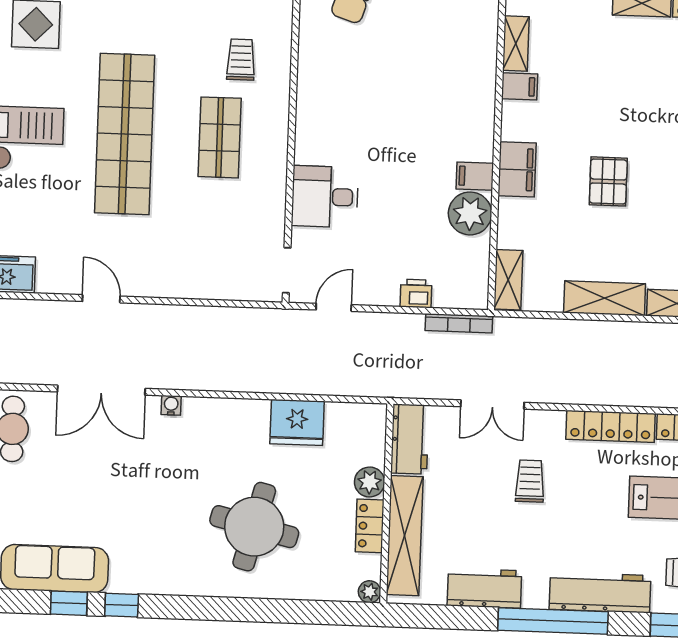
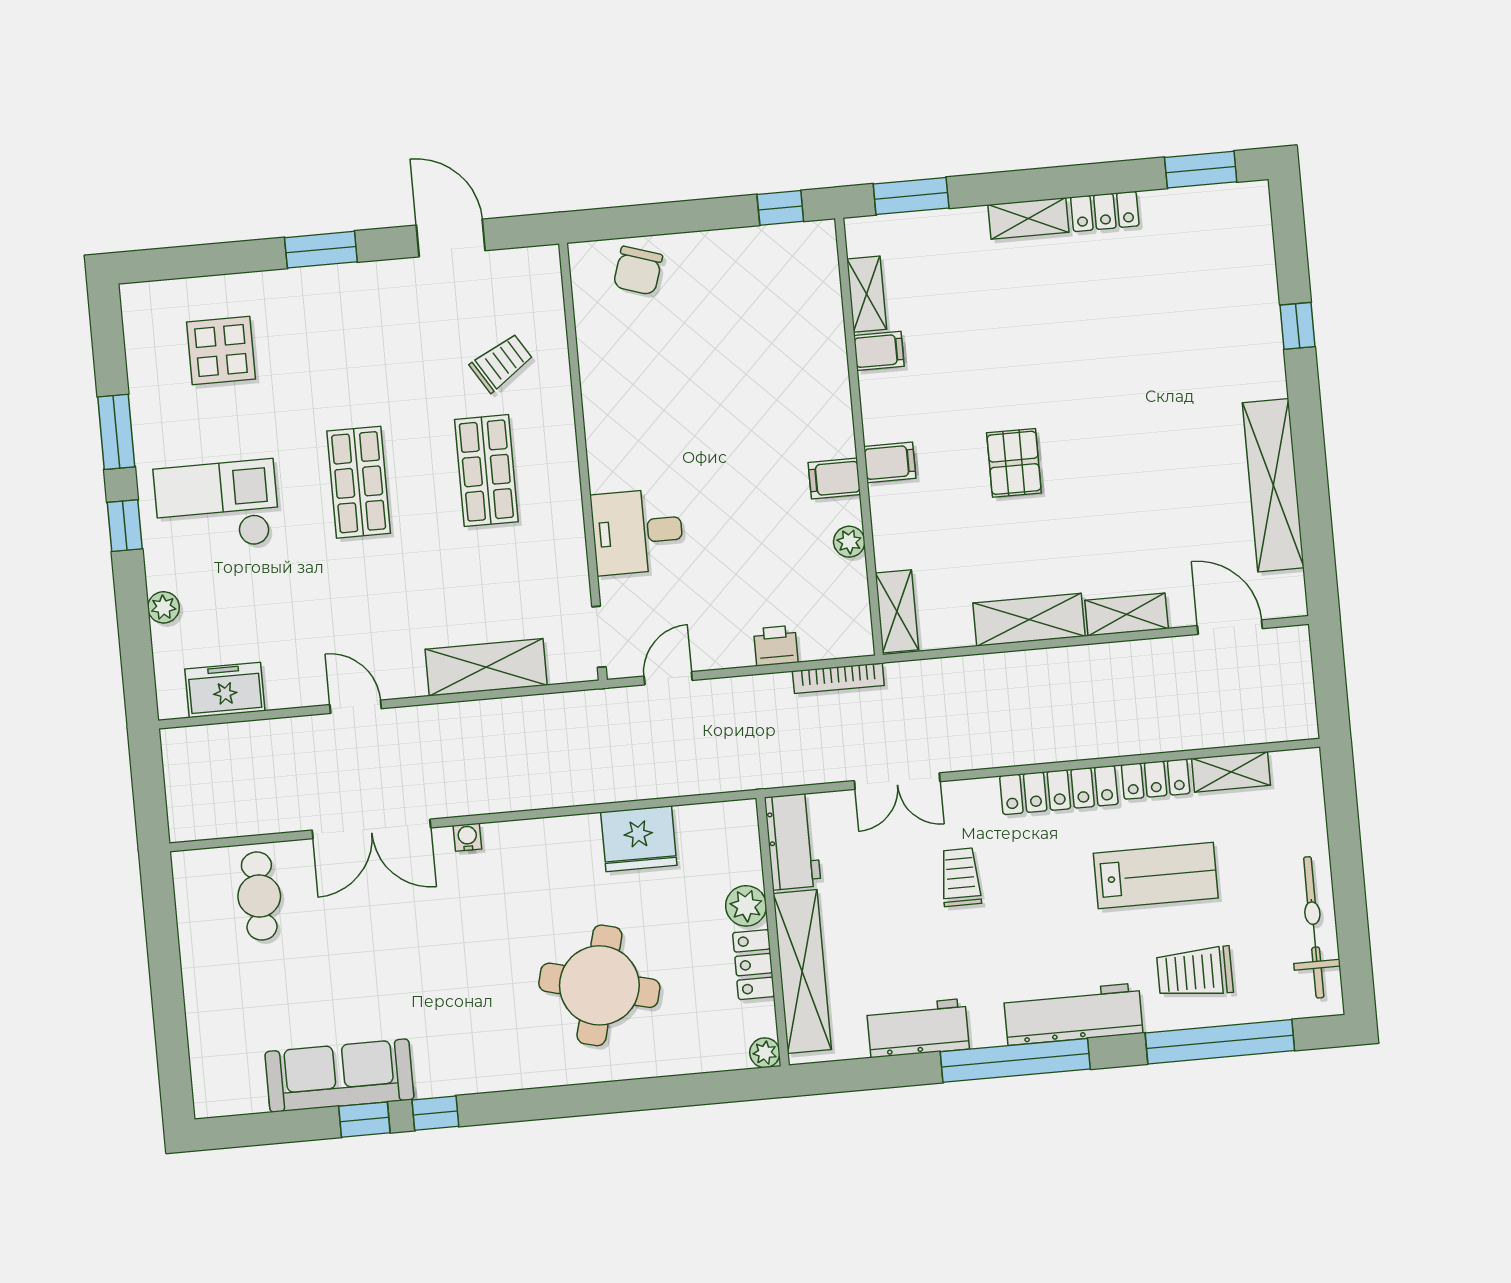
trolley: (241, 60) -> (501, 363), turned 58
shop shelf: (125, 134) -> (359, 482), width x0.50, depth x0.74
filing cabinet: (517, 169) -> (890, 462), width x0.50
plant: (470, 213) -> (849, 542), width x0.53, depth x0.53
shelving: (201, 282) -> (486, 667), added

